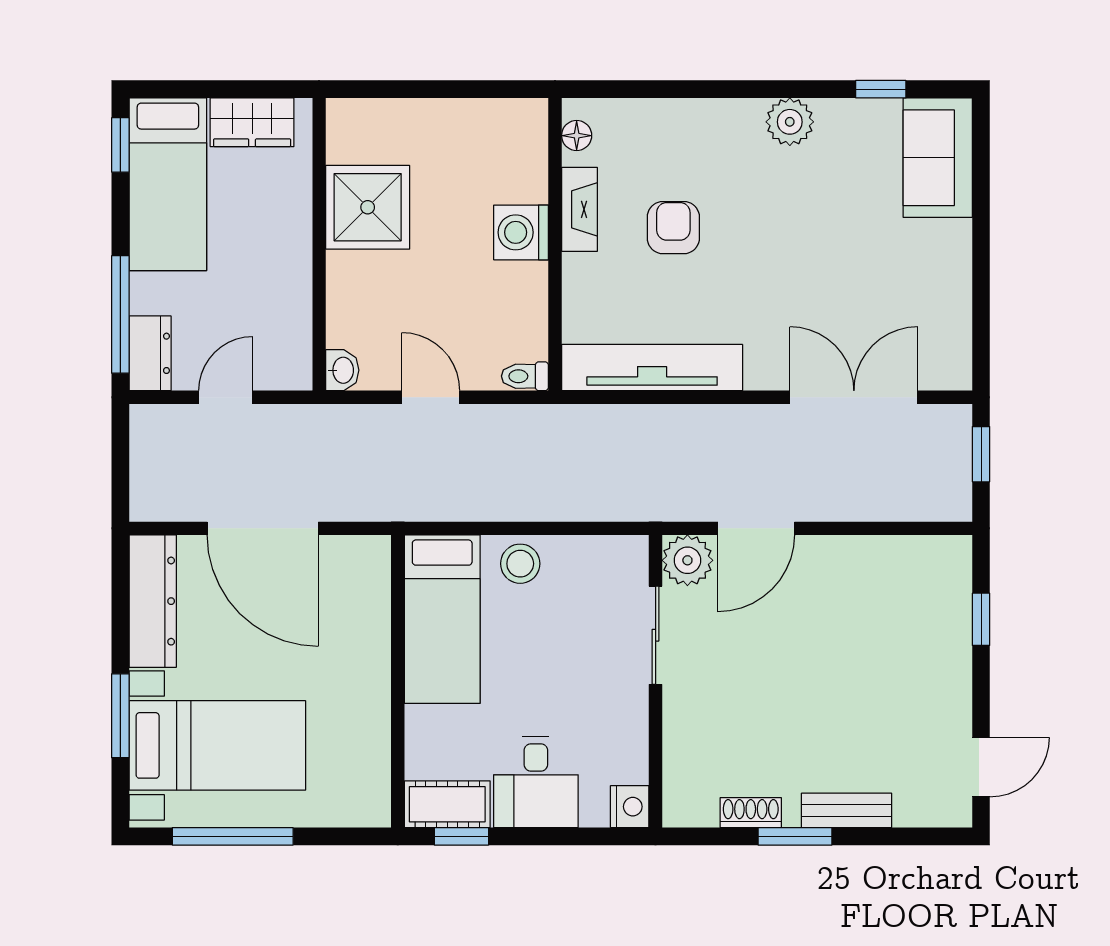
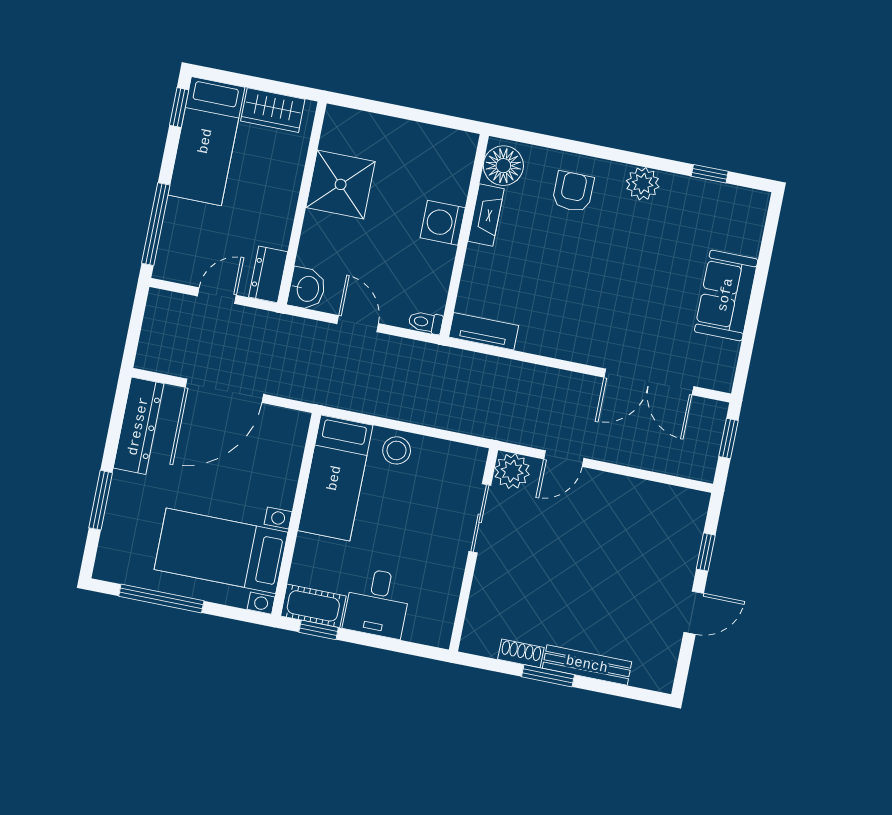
floor lamp: (577, 136) -> (503, 166), width x1.89, depth x1.89
sofa: (938, 158) -> (726, 295), moved
armchair: (673, 228) -> (573, 192), moved
dresser: (150, 353) -> (268, 274), moved, turned 180
tv unit: (652, 368) -> (484, 331), width x0.52, depth x0.78
washbasin: (342, 370) -> (307, 289), width x1.38, depth x1.45
double door: (854, 397) -> (649, 382), swing flipped
door: (263, 528) -> (224, 391), hinge flipped
door: (756, 528) -> (564, 459), width x0.73
bed with nightstands: (217, 745) -> (221, 551), moved, turned 180
door: (981, 767) -> (694, 613), moved
nightstand: (630, 807) -> (438, 633), removed
bench: (847, 810) -> (587, 665), width x1.36

